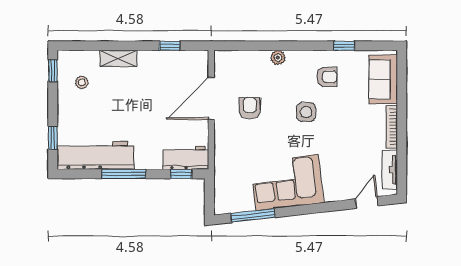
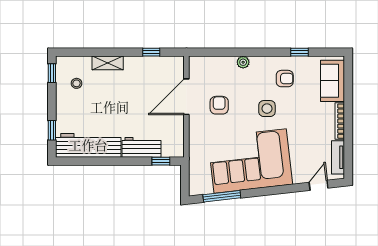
workbench: (186, 158) -> (141, 147), moved
window: (124, 174) -> (112, 161), removed
corner sofa: (287, 183) -> (250, 161), width x1.36, depth x1.36

